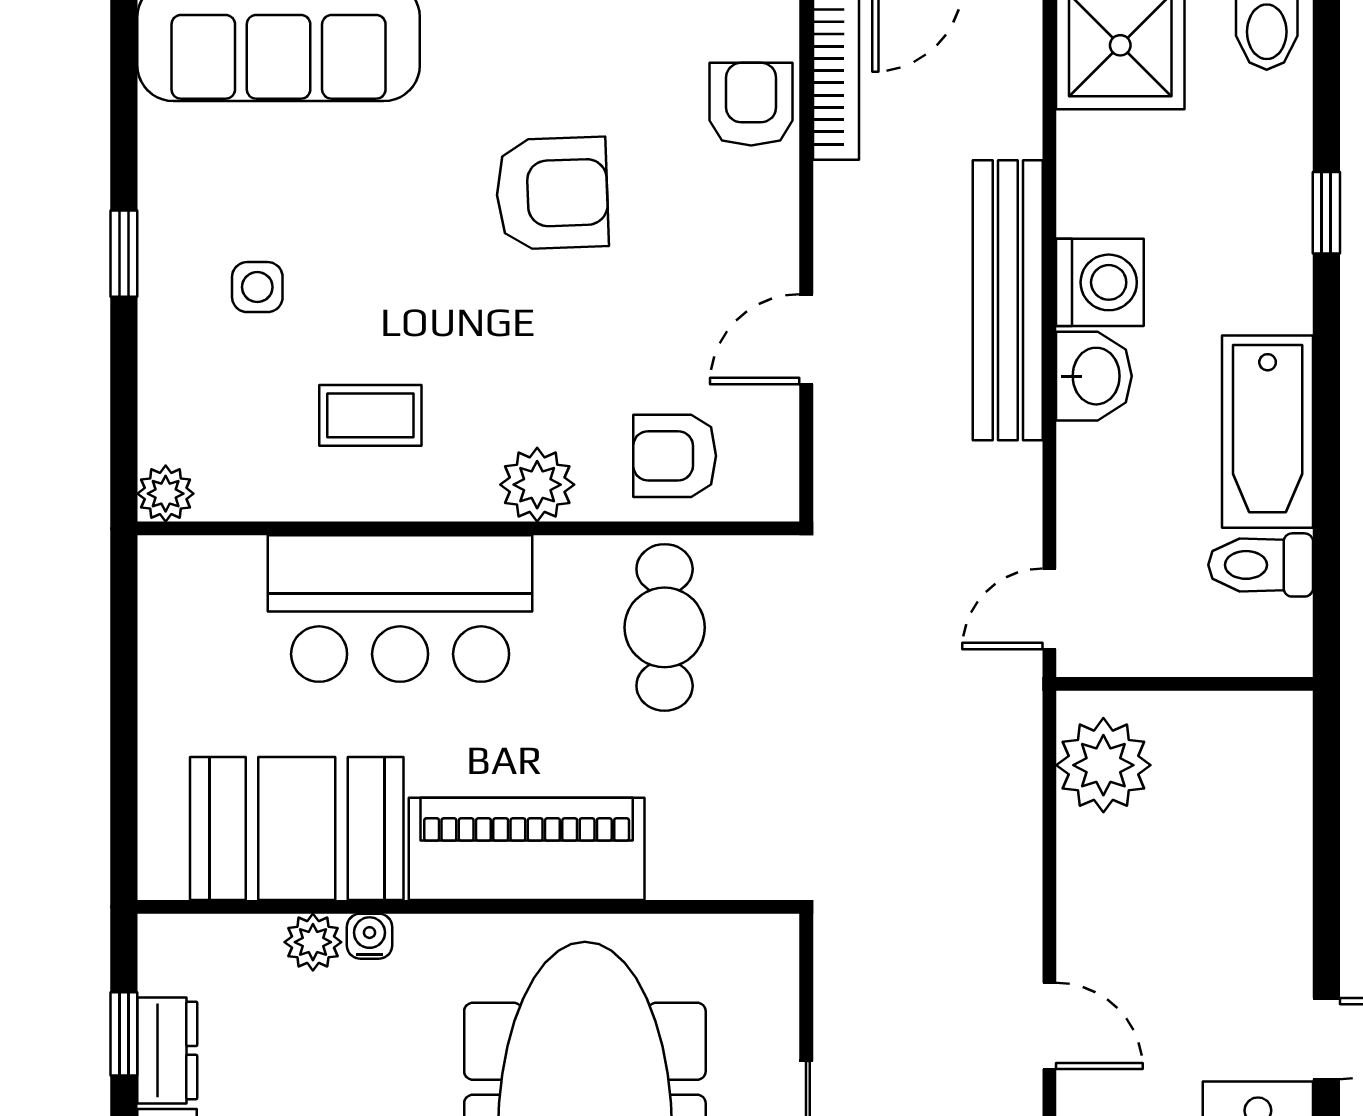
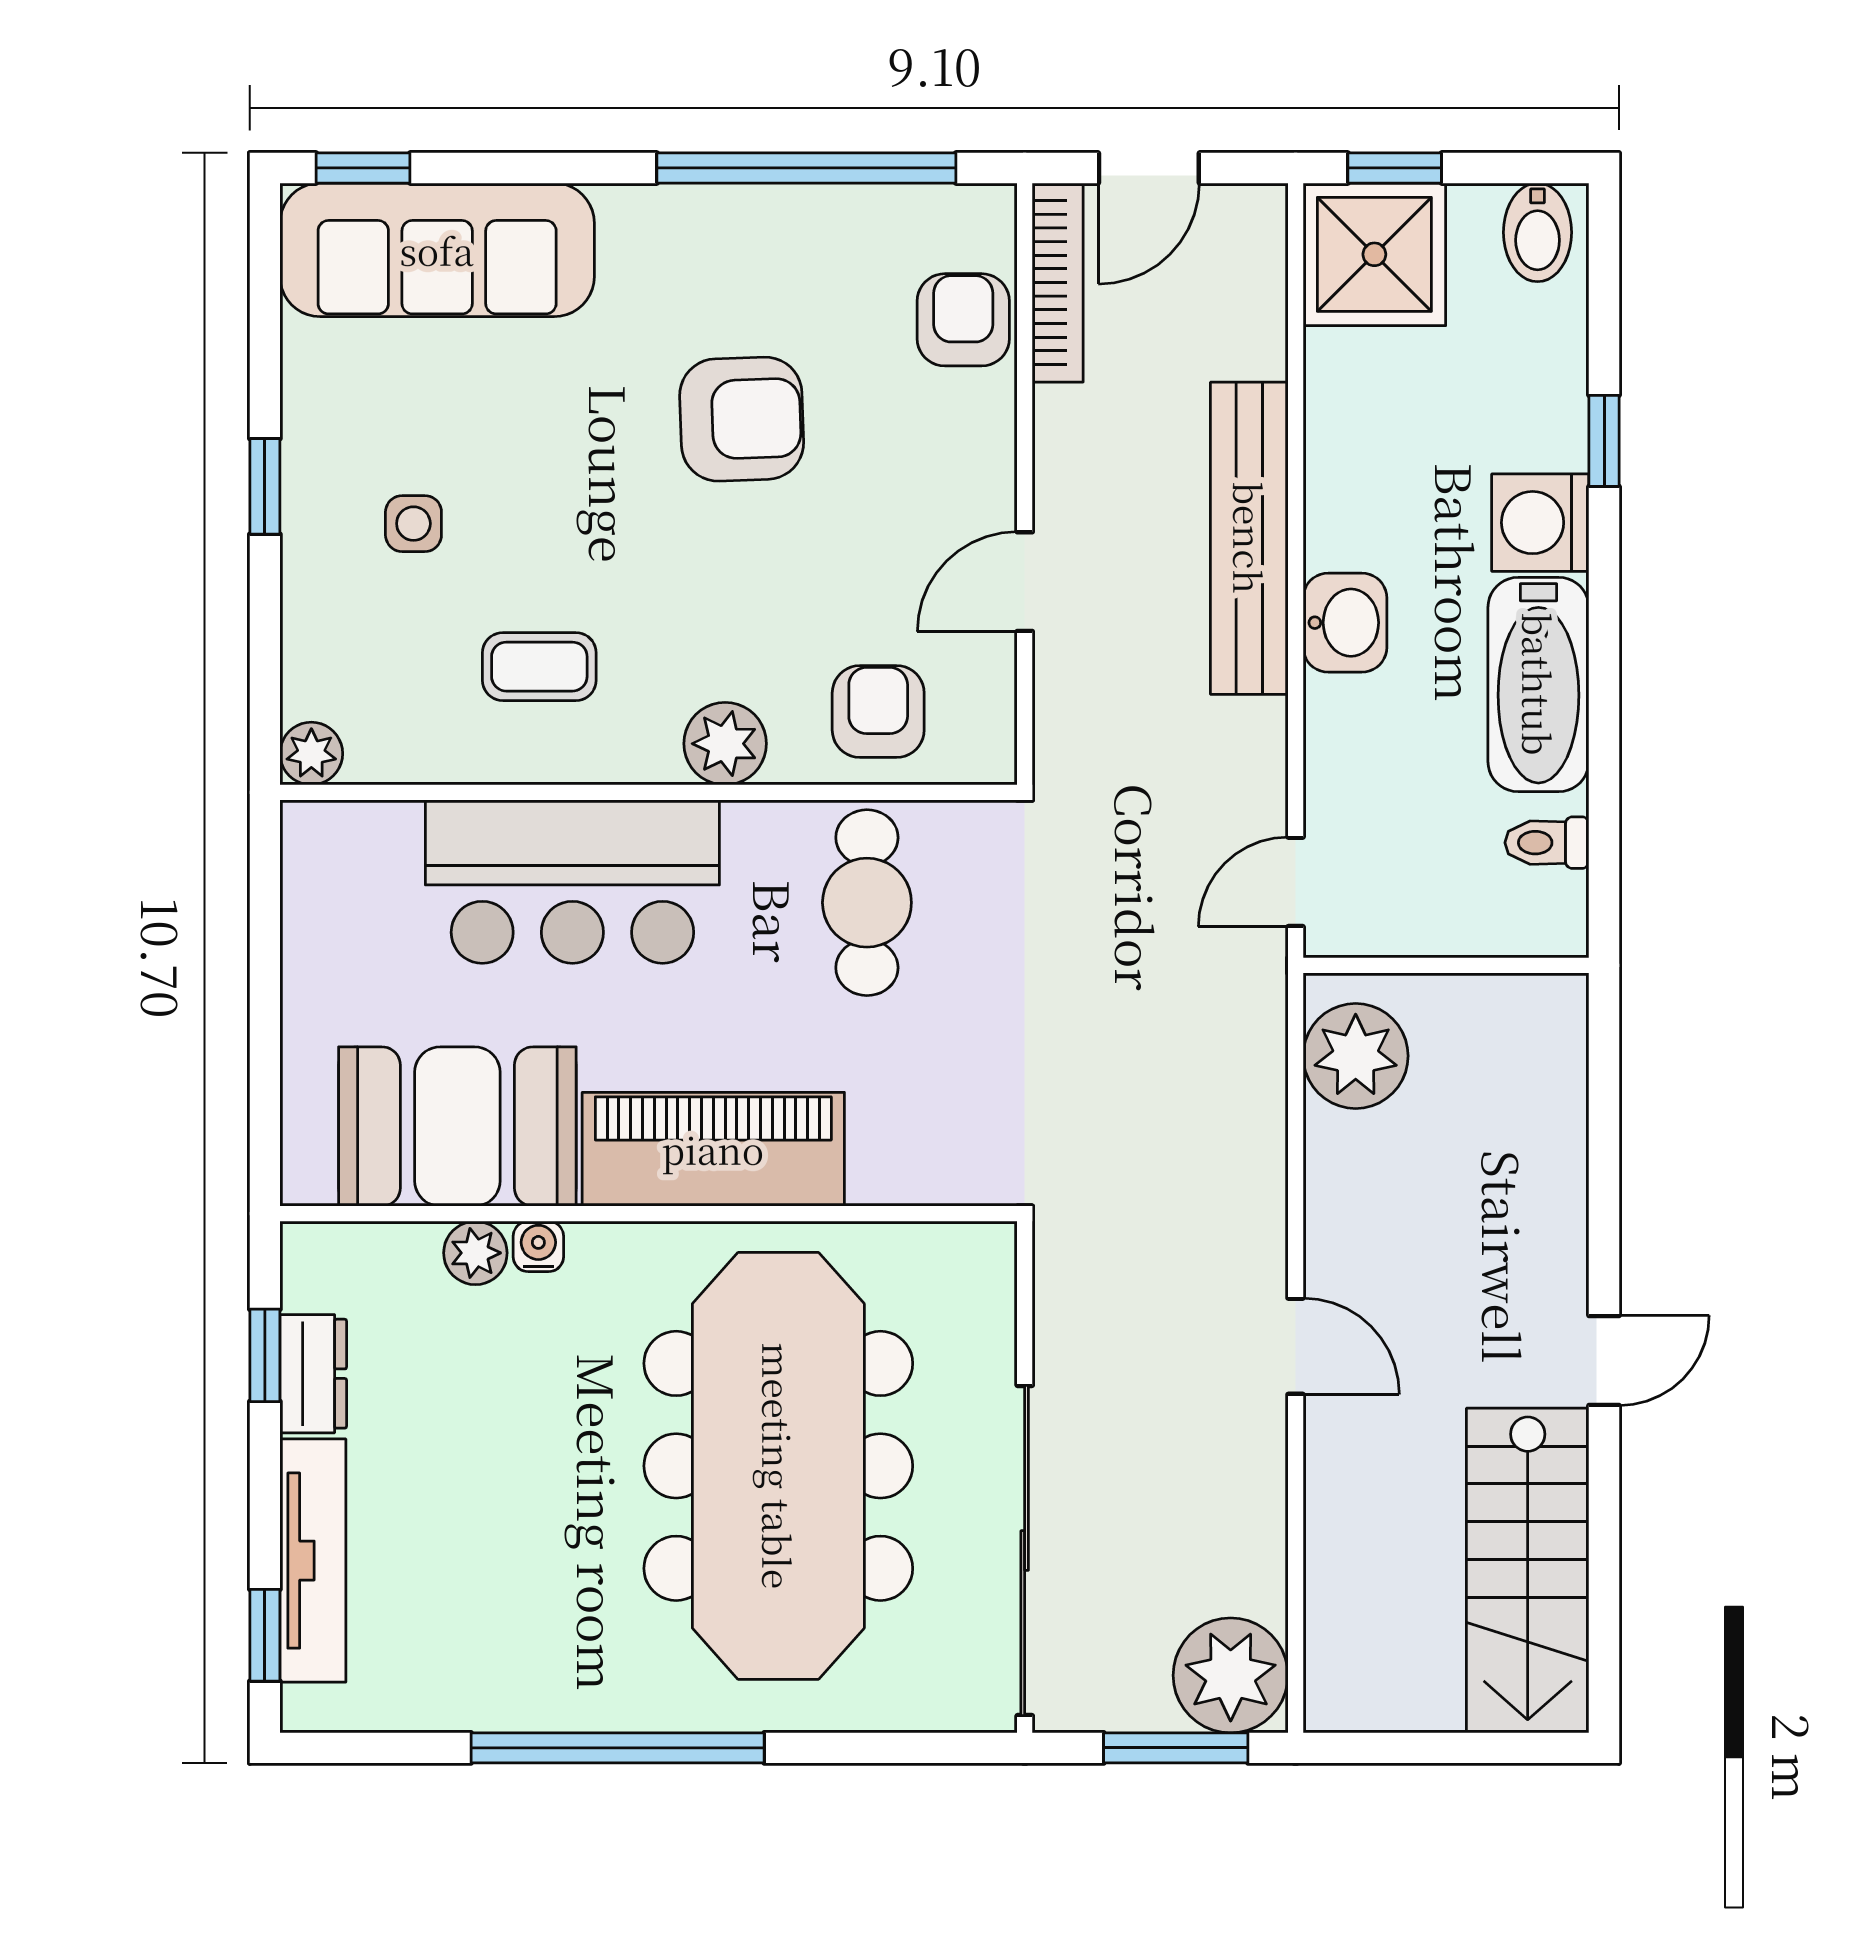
washing machine: (1100, 282) -> (1540, 523), moved, turned 180
armchair: (675, 456) -> (878, 712), turned 90
toilet: (1261, 565) -> (1547, 843), width x0.73, depth x0.72

